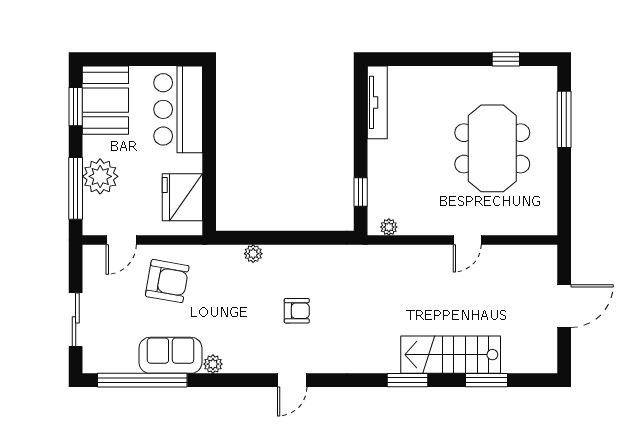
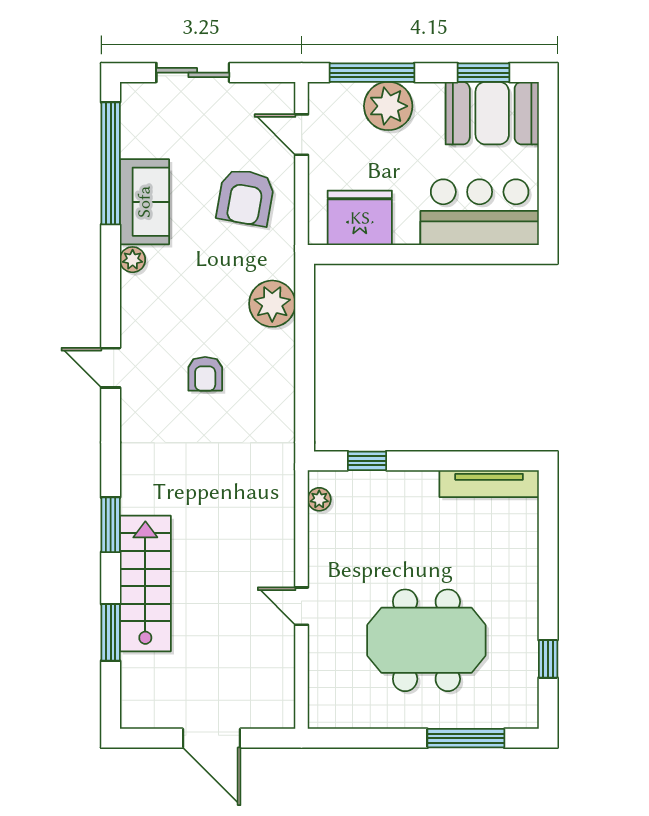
plant: (253, 254) -> (272, 304), width x1.87, depth x1.87

